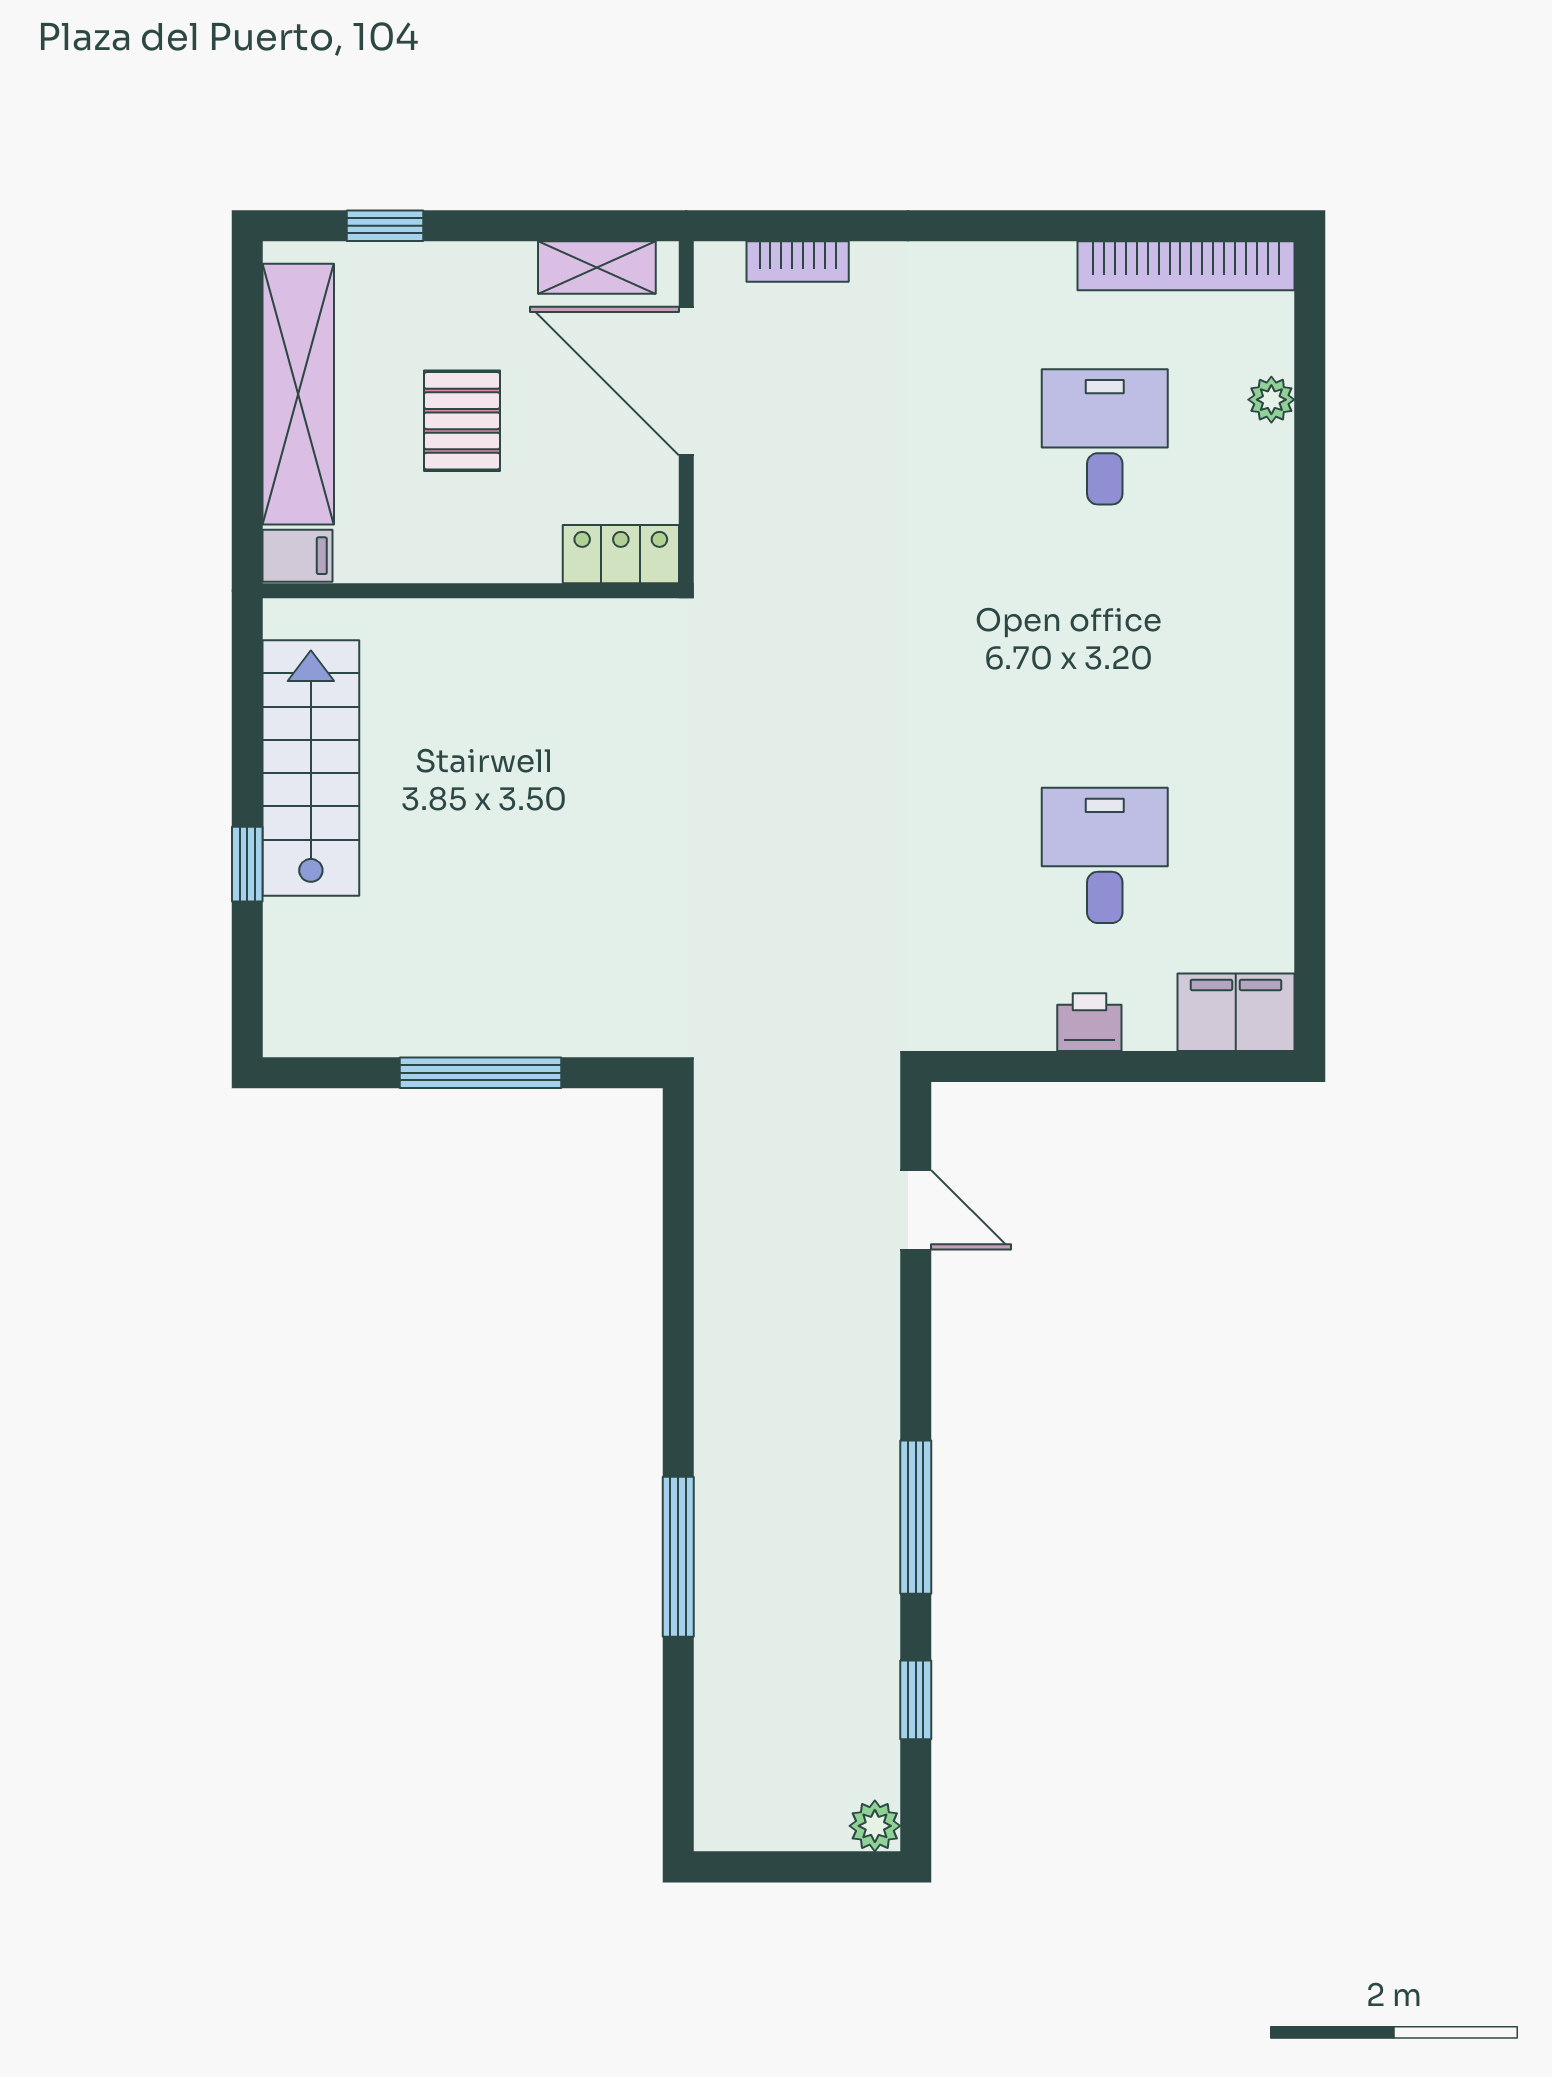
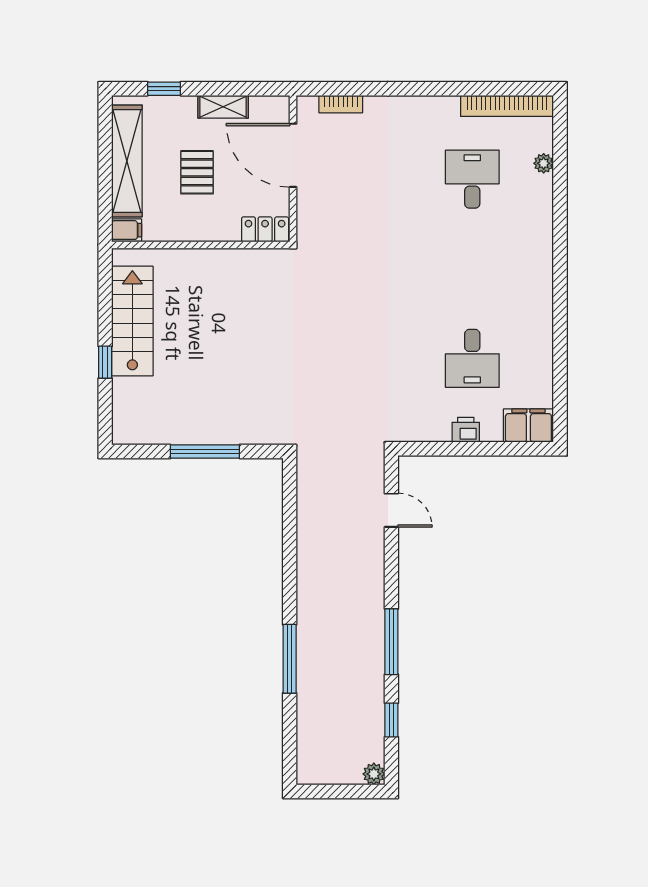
shelving: (597, 267) -> (223, 107), moved
desk: (1105, 855) -> (472, 358), turned 180

